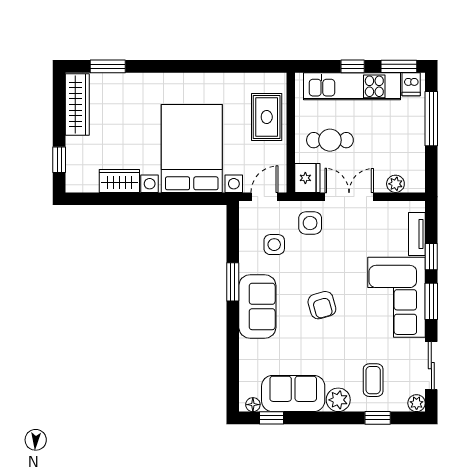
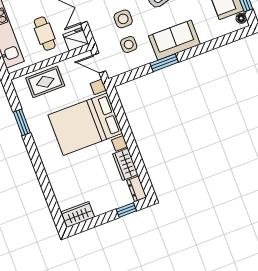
window: (108, 66) -> (22, 122), moved
wardrobe: (77, 105) -> (78, 214), width x0.67
dresser: (82, 184) -> (137, 189), added
side table: (310, 223) -> (123, 19), moved

